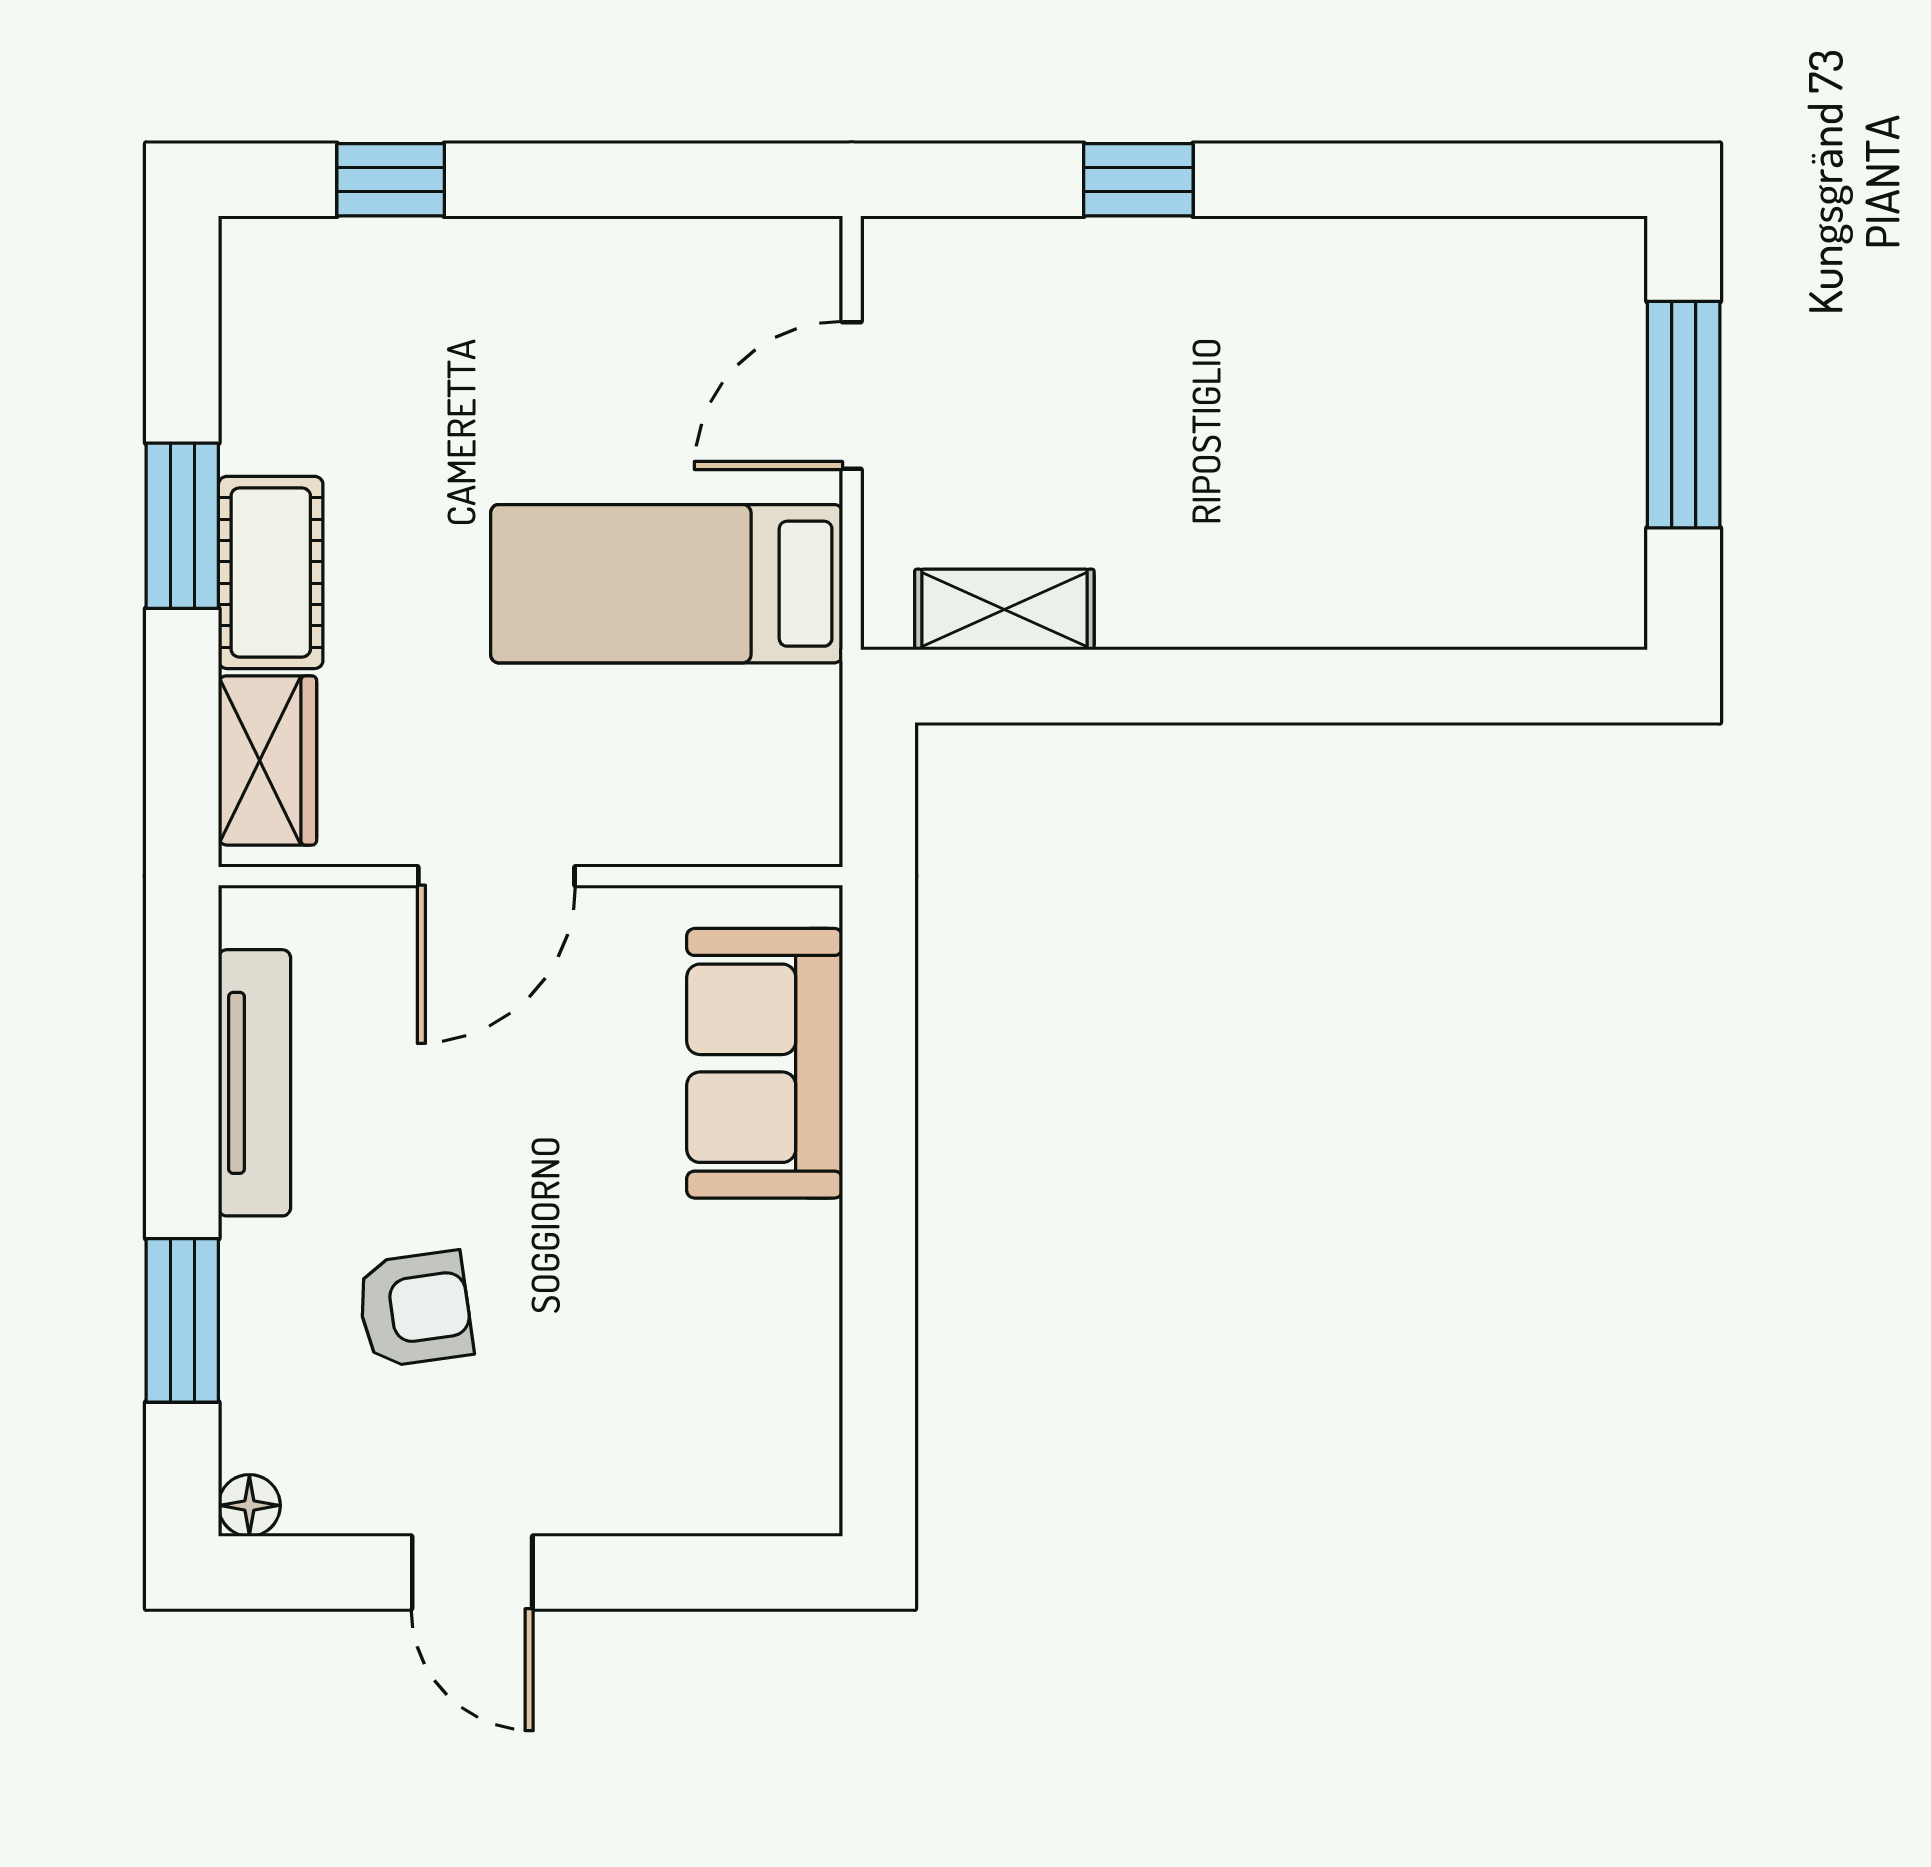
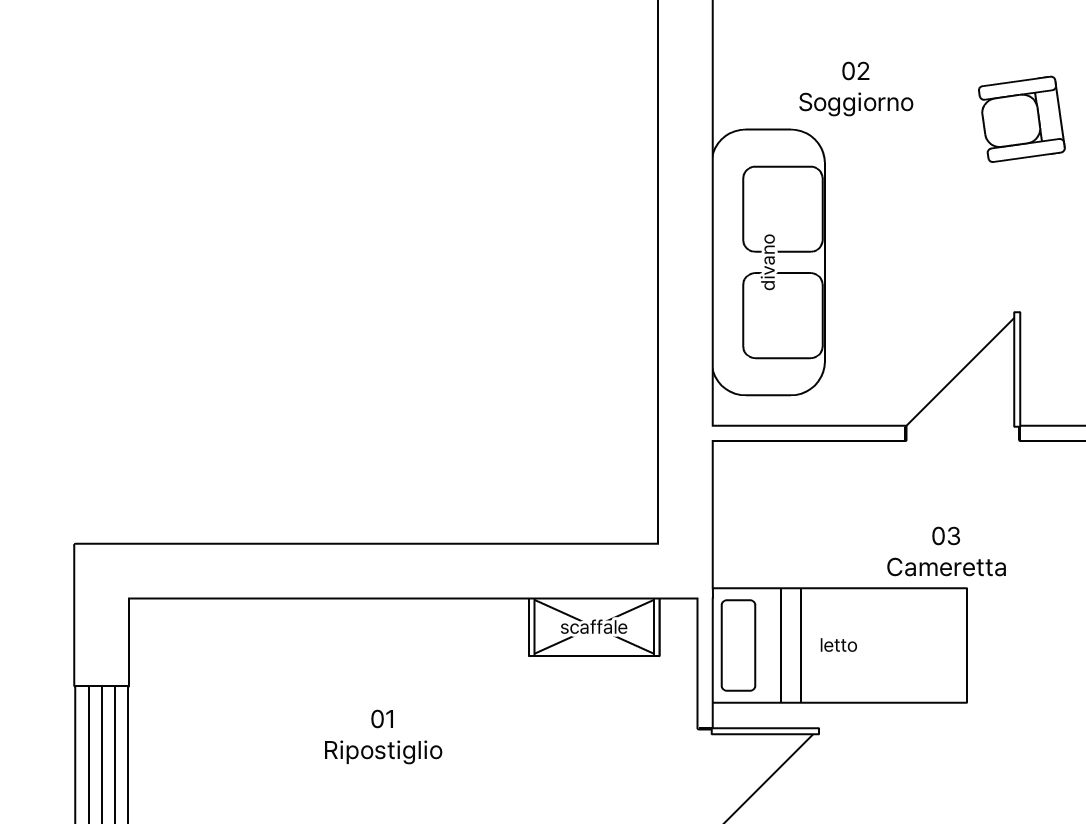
sofa: (765, 1063) -> (768, 262), width x1.36

